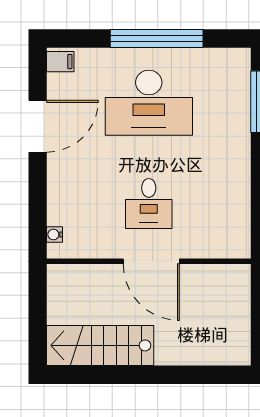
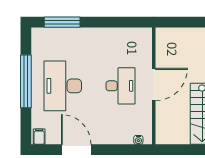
desk: (149, 103) -> (63, 86), turned 180
desk: (149, 203) -> (121, 86), width x1.37

